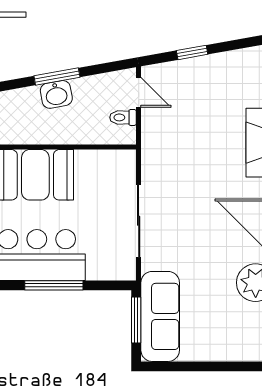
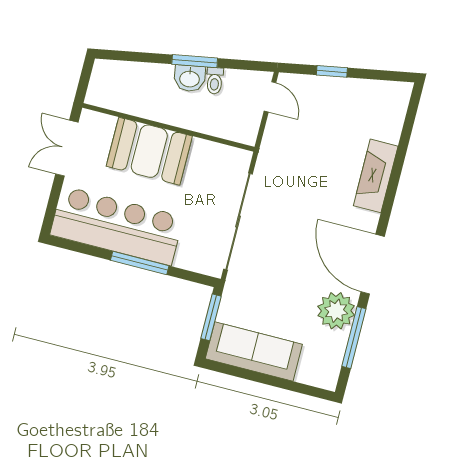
toilet: (123, 117) -> (215, 81), moved, turned -100
sliding door: (139, 221) -> (238, 221), width x1.36
sofa: (160, 316) -> (254, 351), moved, turned -90

